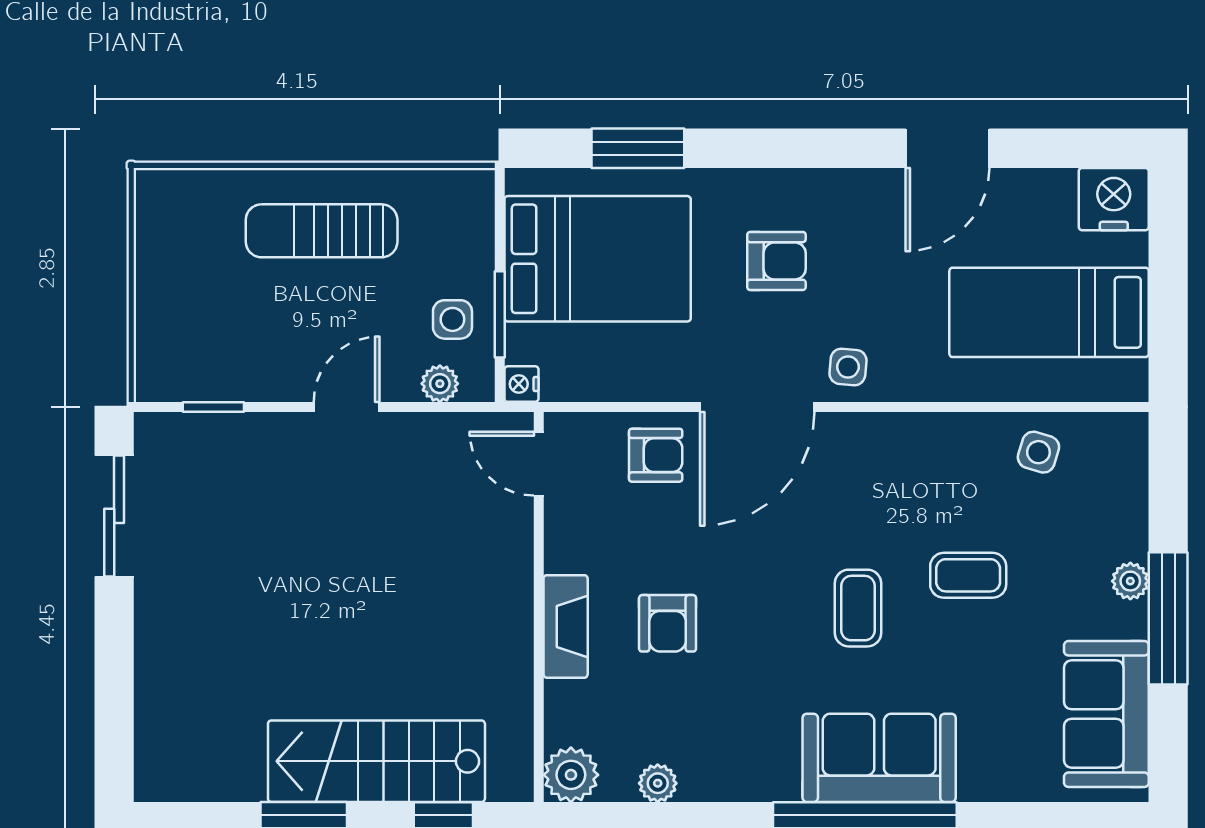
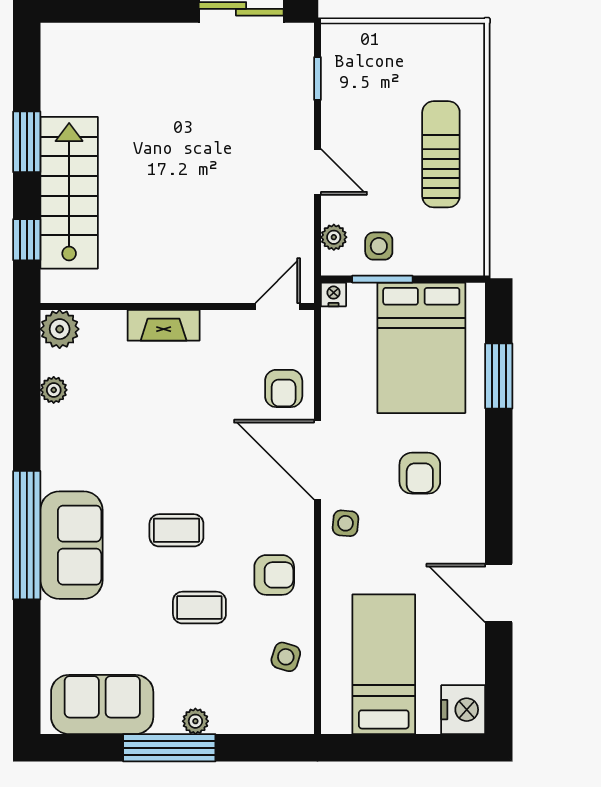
coffee table: (968, 575) -> (199, 608), turned 90
armchair: (668, 623) -> (274, 575), moved, turned 180

